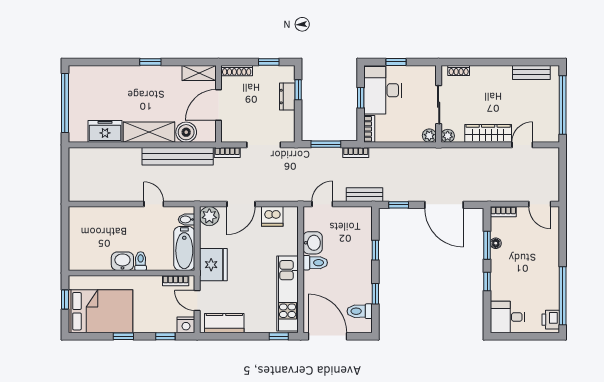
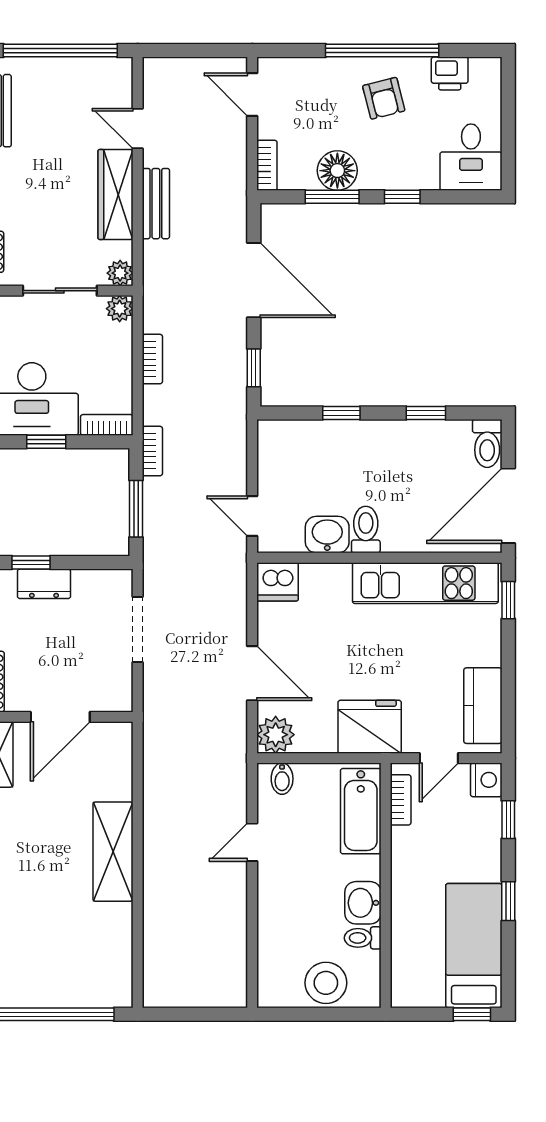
door: (219, 105) -> (60, 717), hinge flipped
freezer: (105, 131) -> (112, 937), removed
boiler: (186, 132) -> (113, 779), removed
bookcase: (227, 153) -> (152, 359), moved
bench: (178, 156) -> (159, 796), removed
bench: (365, 195) -> (156, 204), moved
door: (540, 204) -> (252, 94), swing flipped
door: (444, 205) -> (254, 280), hinge flipped
dishwasher: (272, 216) -> (277, 582), moved, turned 90
stool: (81, 242) -> (326, 983), added
floor lamp: (496, 243) -> (337, 171), width x1.89, depth x1.89
bathtub: (184, 248) -> (361, 811), moved, turned 90
toilet: (141, 261) -> (363, 938), moved
armchair: (538, 272) -> (384, 98), added
window: (563, 296) -> (382, 50), moved
window: (65, 300) -> (472, 1014), moved
bed: (100, 311) -> (474, 946), width x0.67
toilet: (360, 311) -> (487, 444), moved
printer: (551, 320) -> (450, 73), moved

